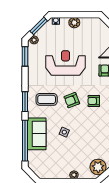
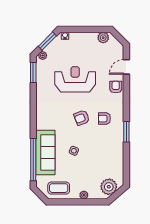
plant: (74, 23) -> (103, 38), moved
coffee table: (47, 99) -> (59, 188), moved
window: (25, 102) -> (33, 119), removed
sofa: (37, 134) -> (45, 153), width x1.36

